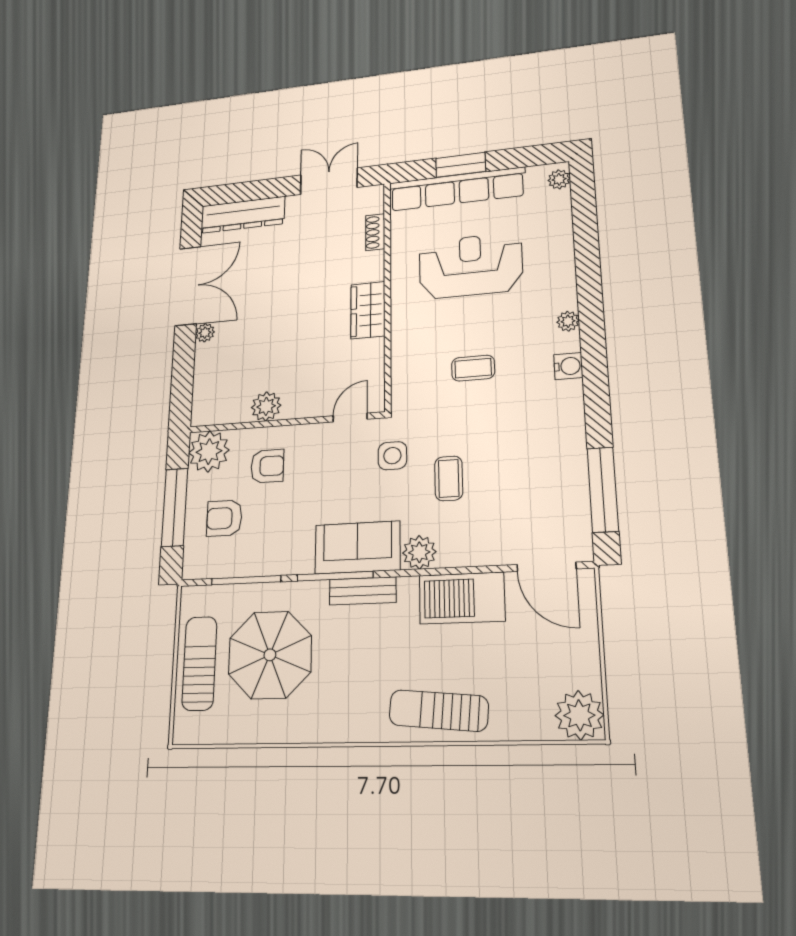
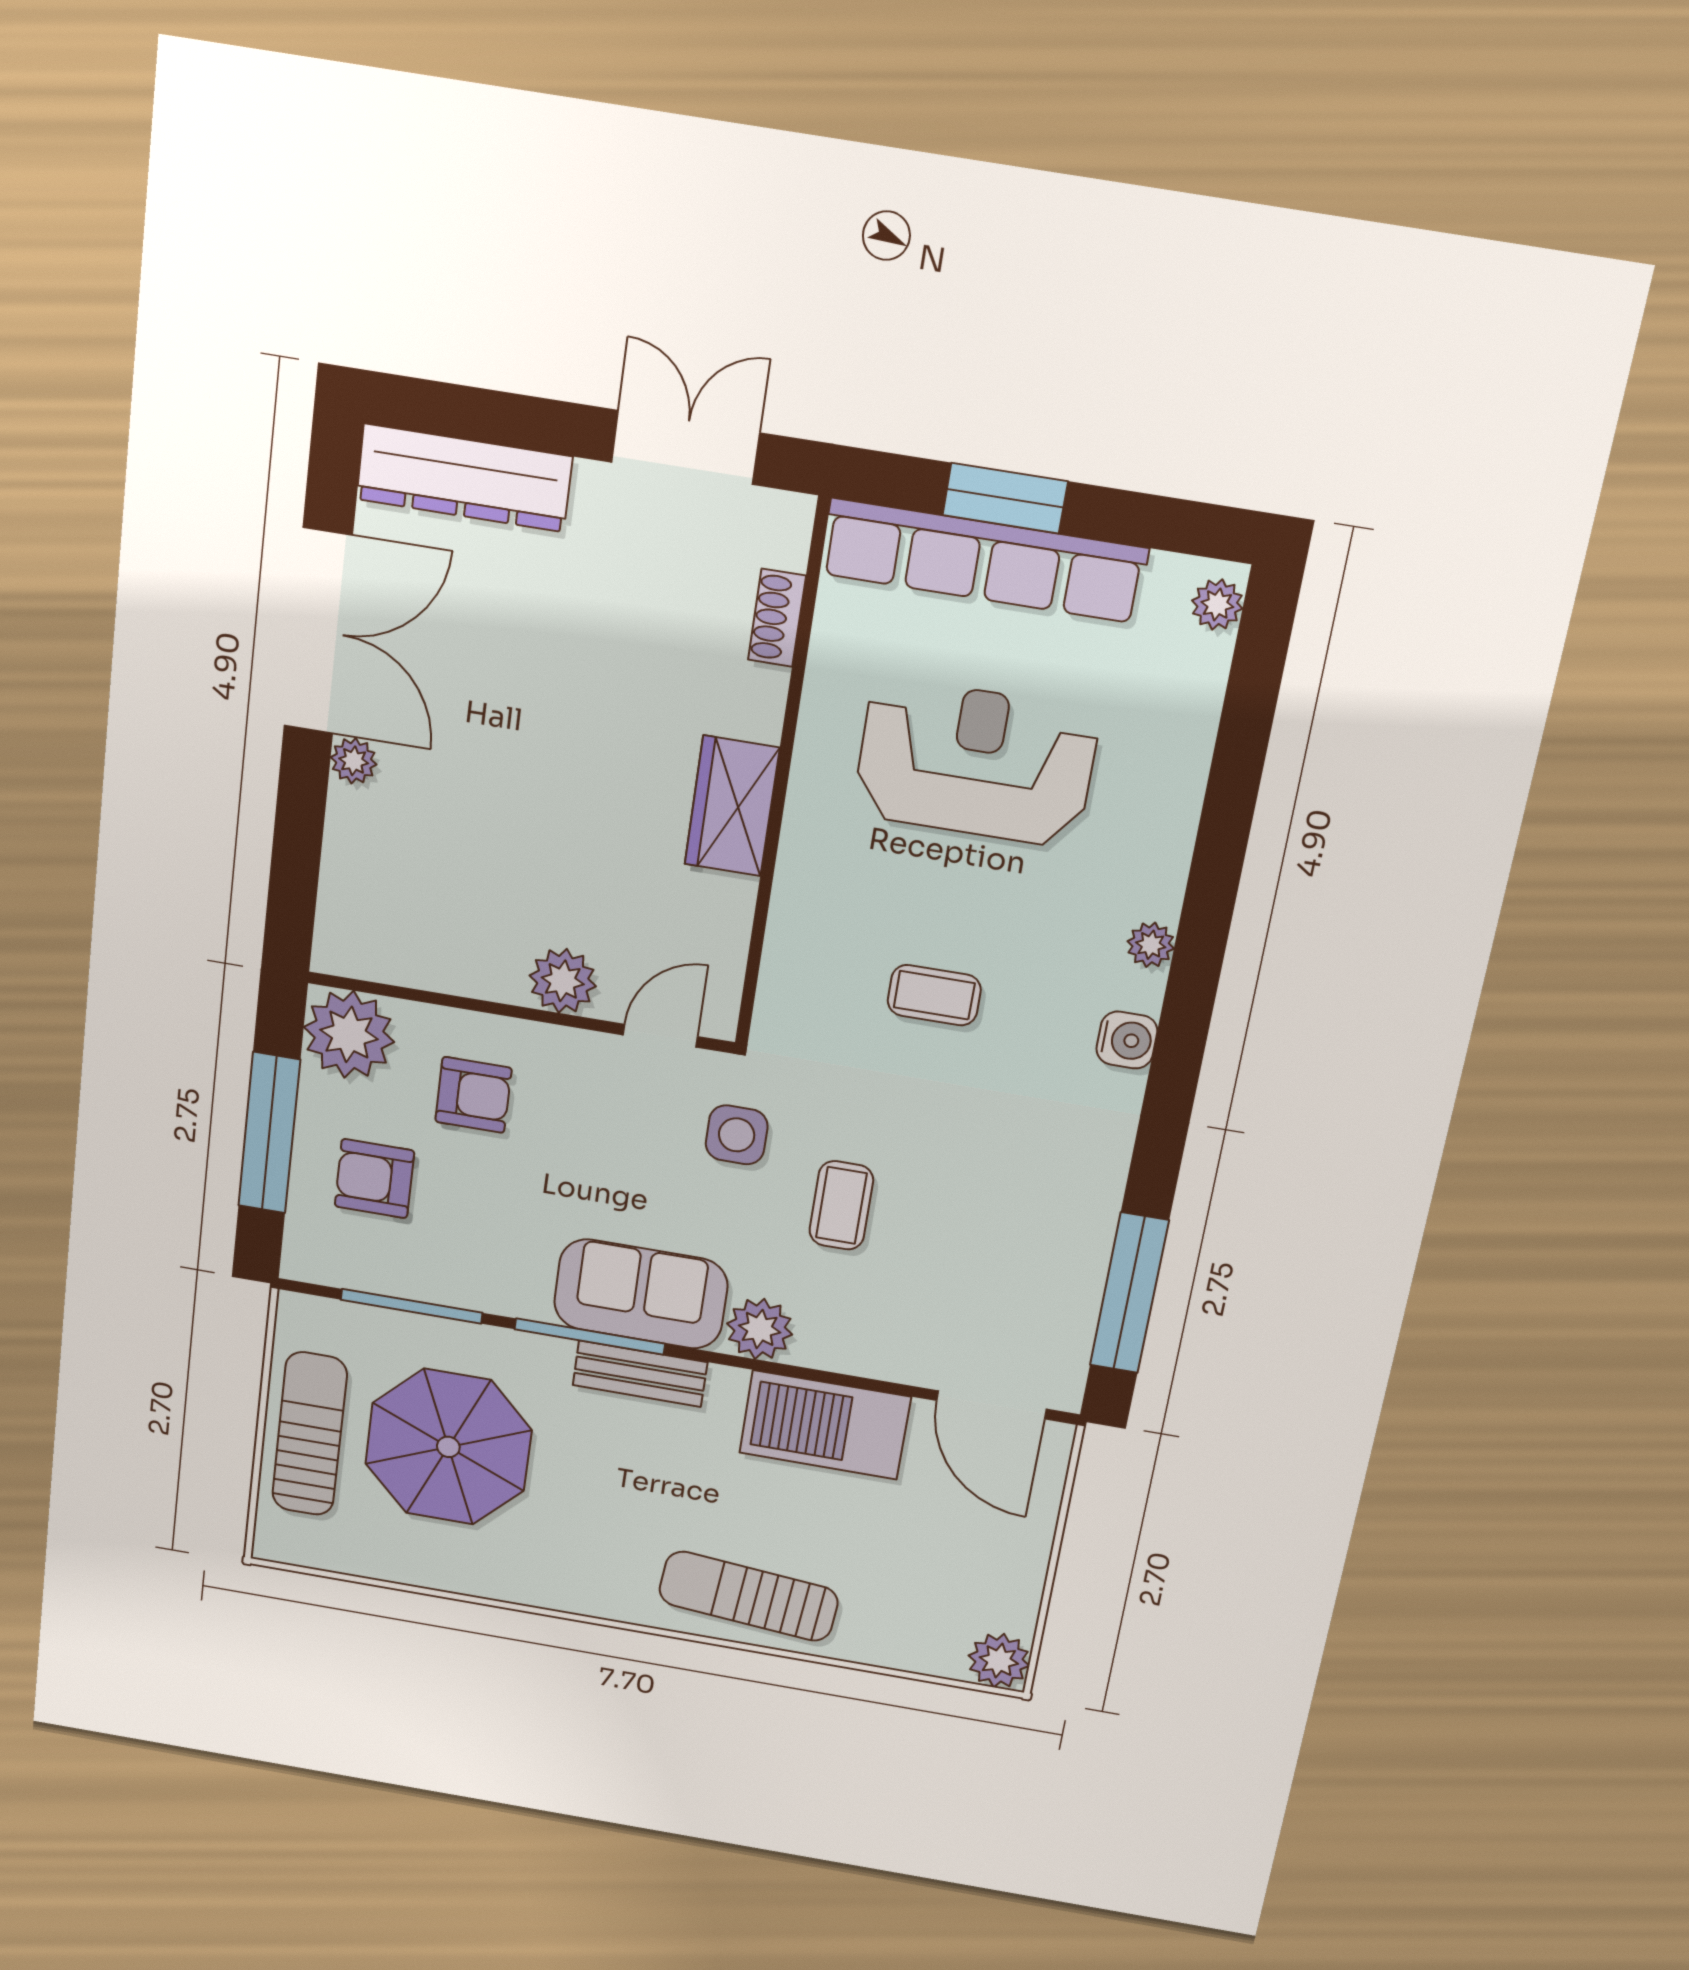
plant: (266, 406) -> (563, 981), moved
plant: (579, 715) -> (999, 1661), width x0.73, depth x0.73

